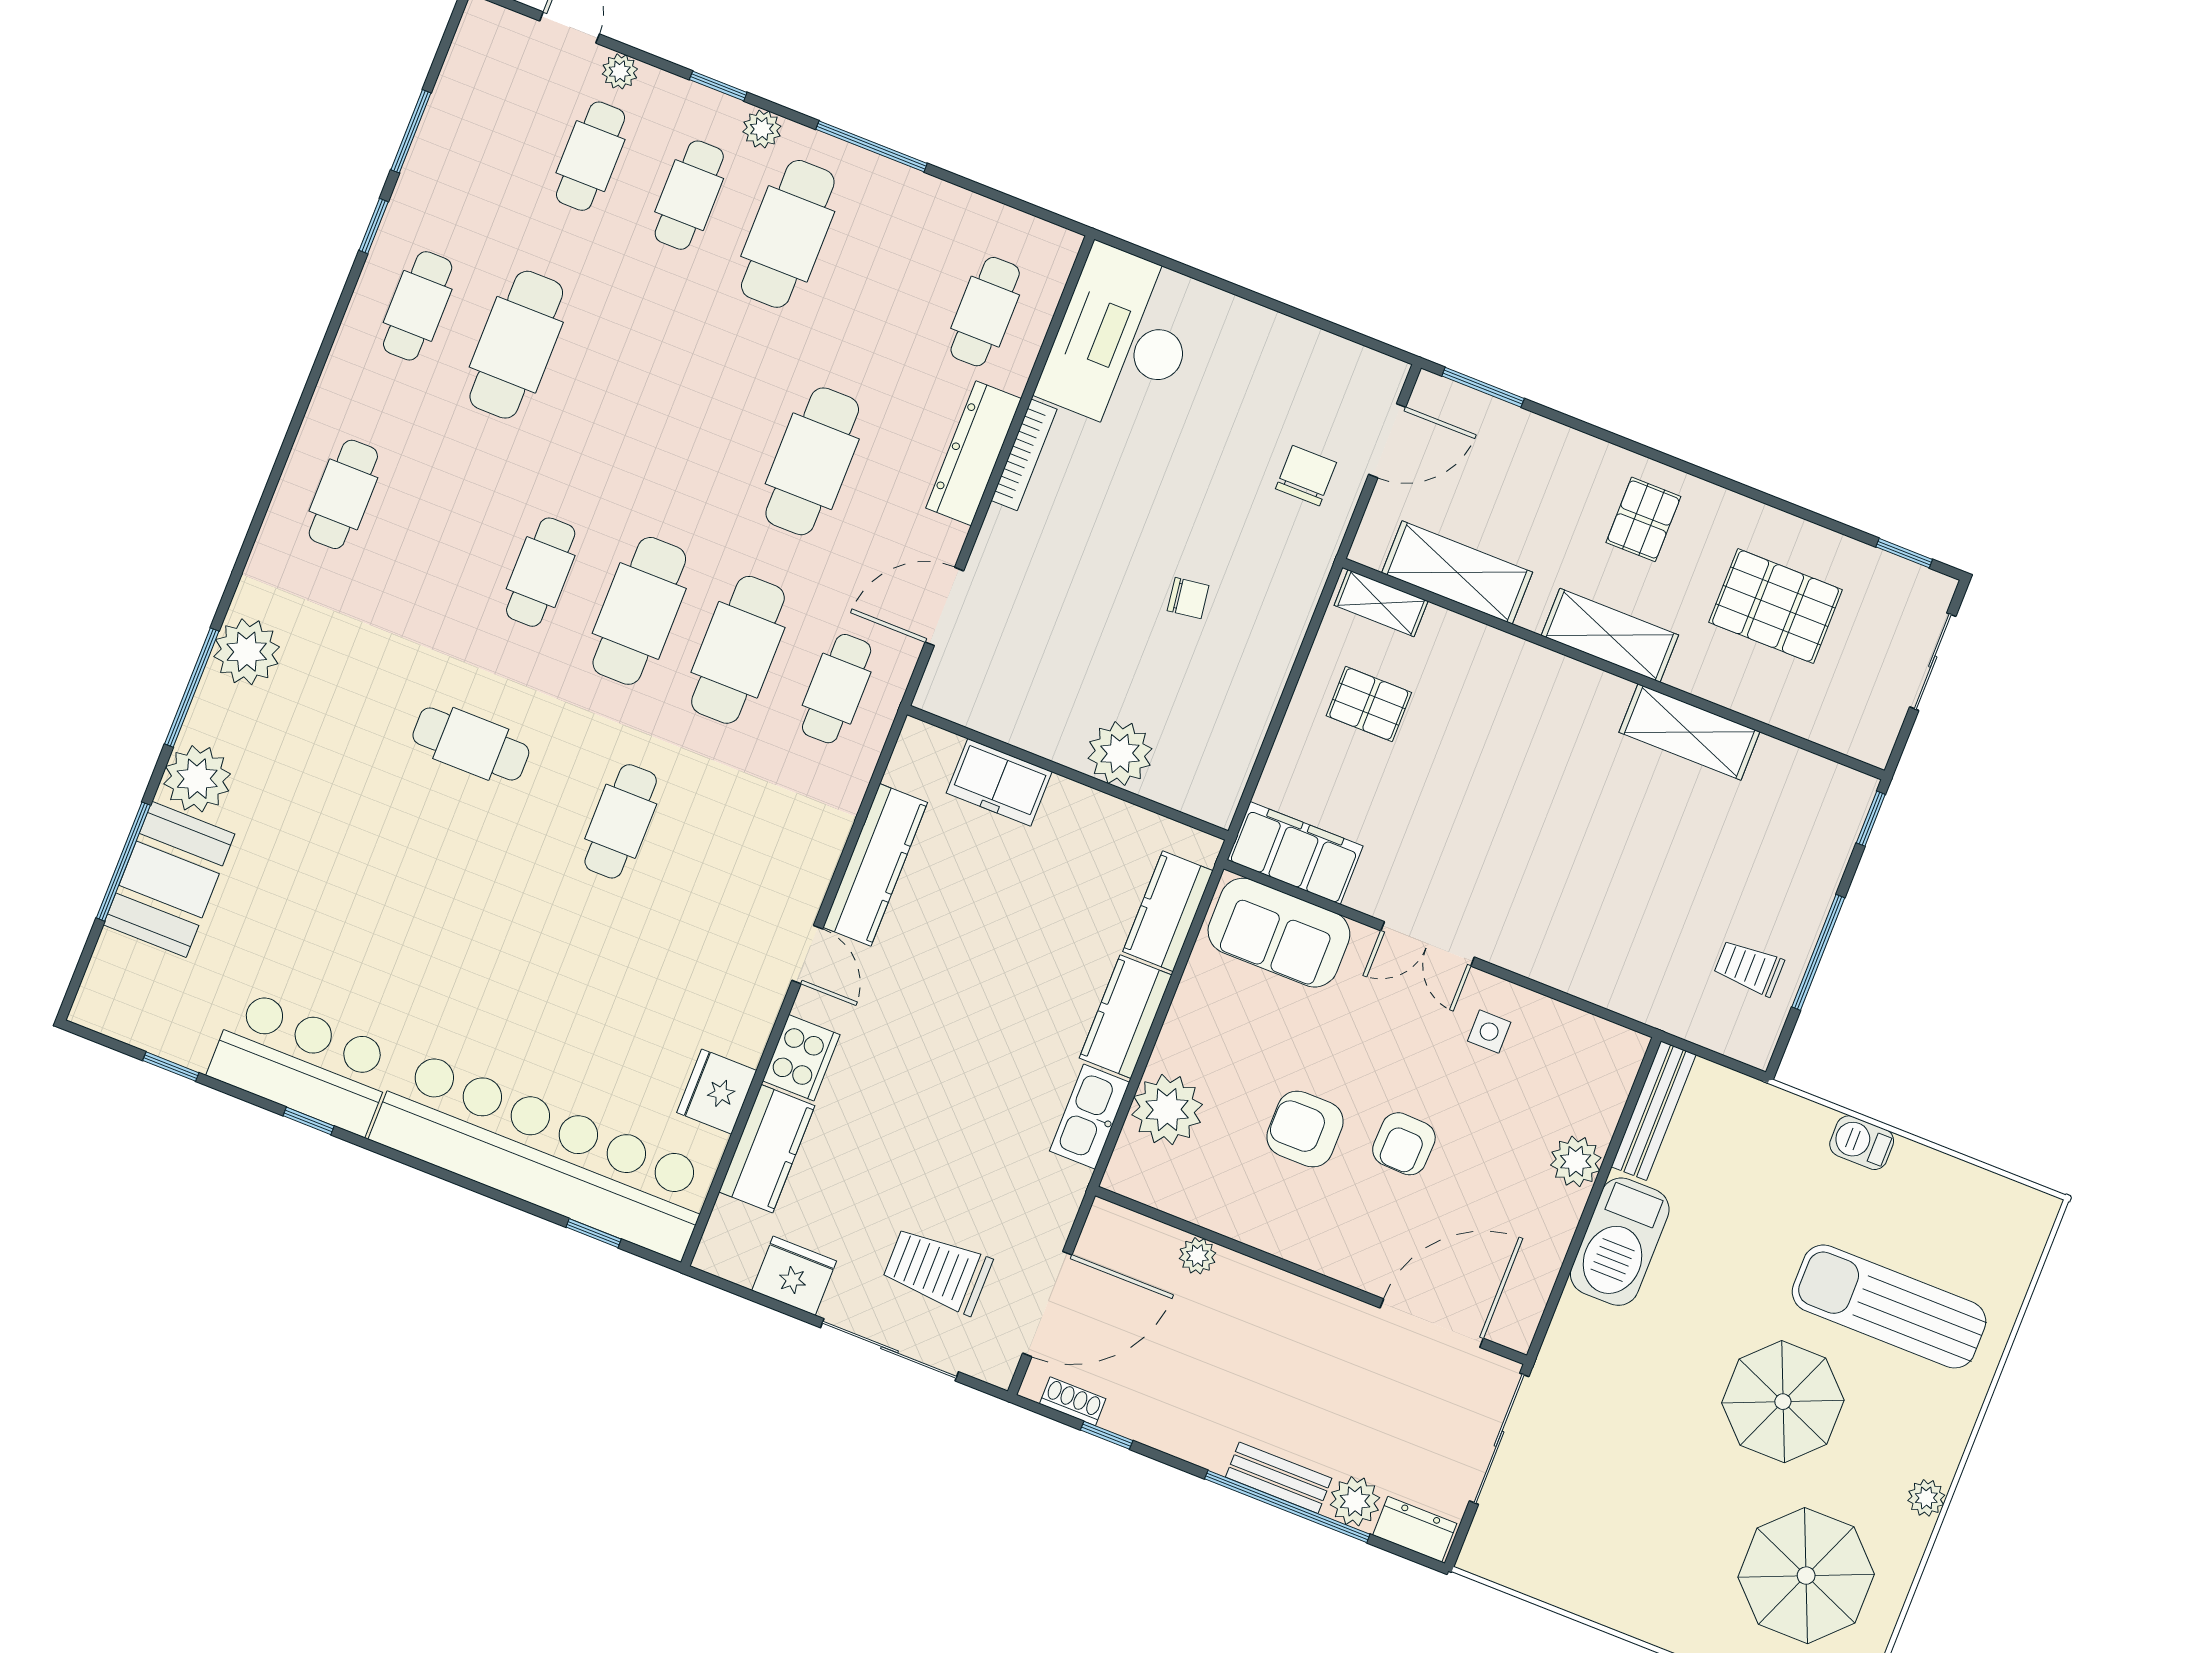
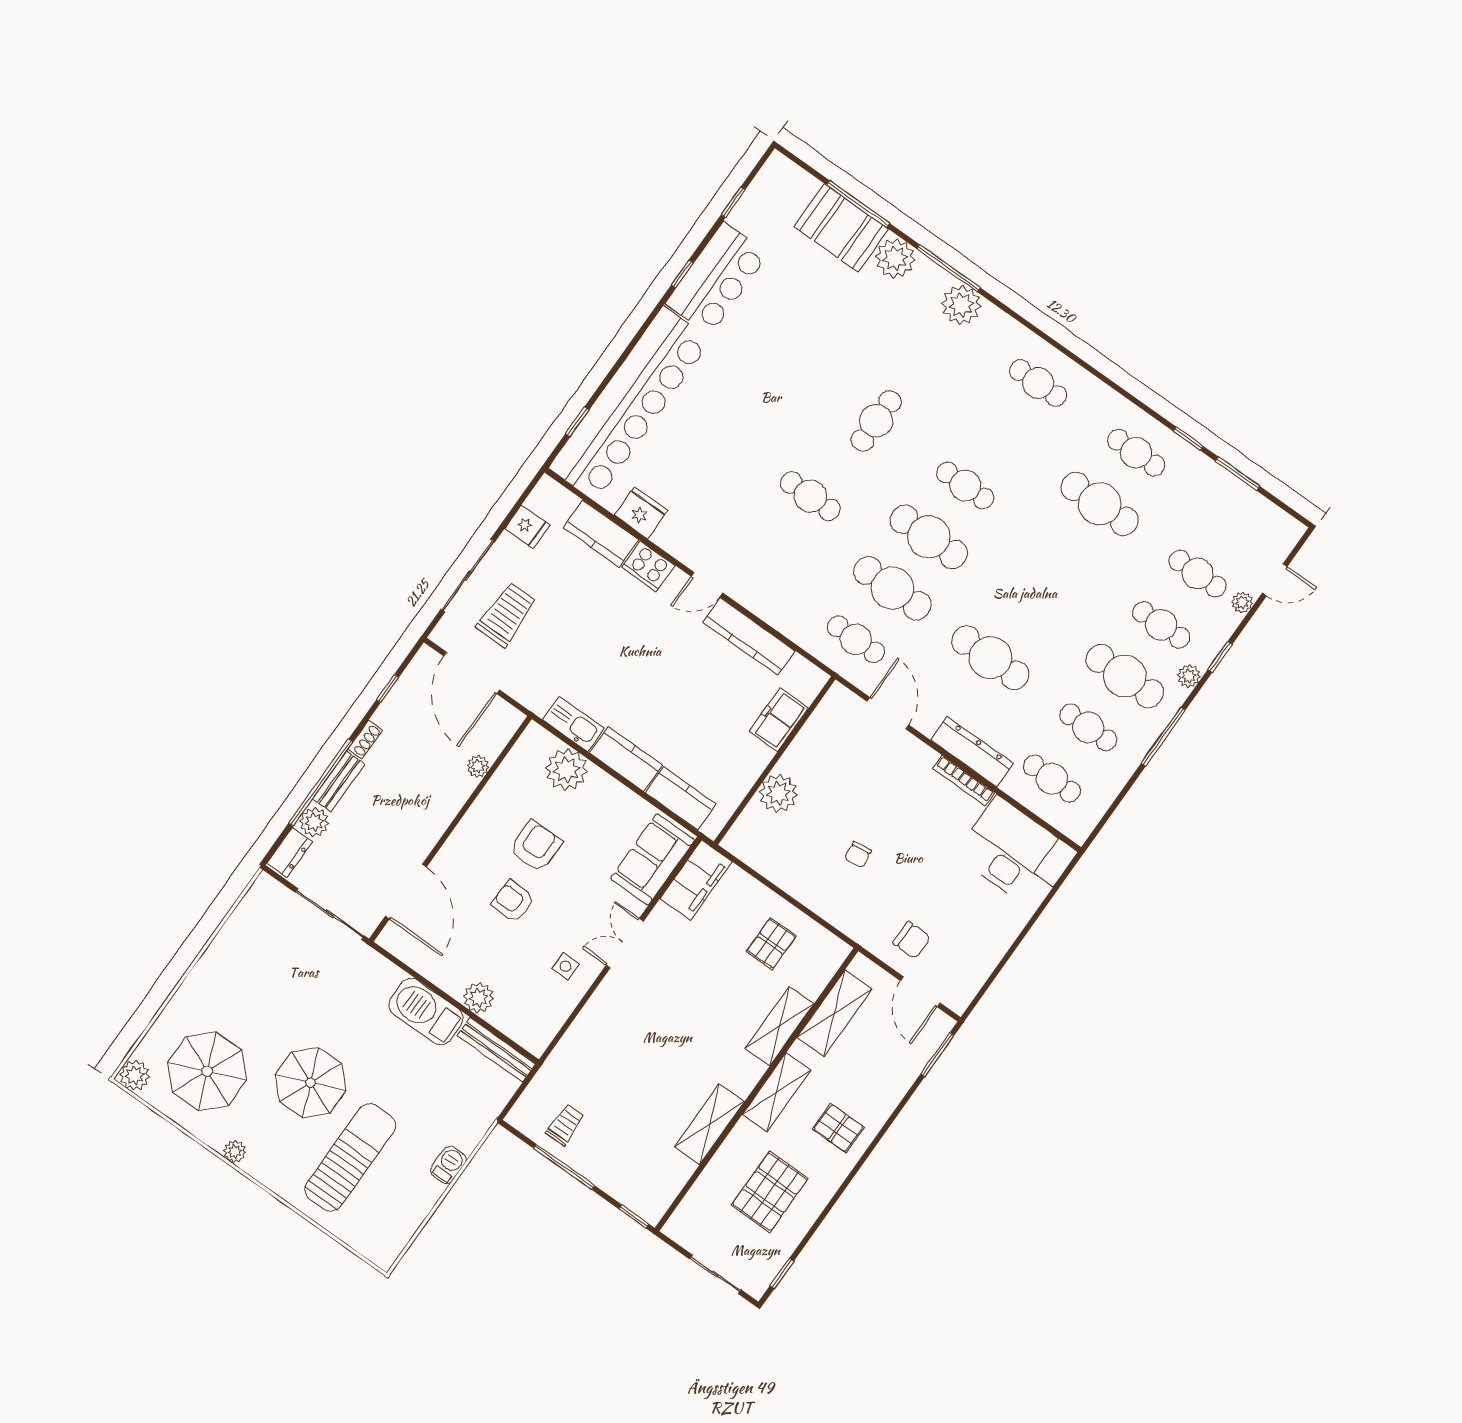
cafe table: (886, 273) -> (1088, 727), added
shelving: (1381, 603) -> (780, 1026), moved, width x1.50, depth x1.33
fridge: (794, 1276) -> (527, 527), width x0.72
shoe rack: (1073, 1401) -> (365, 740), moved

